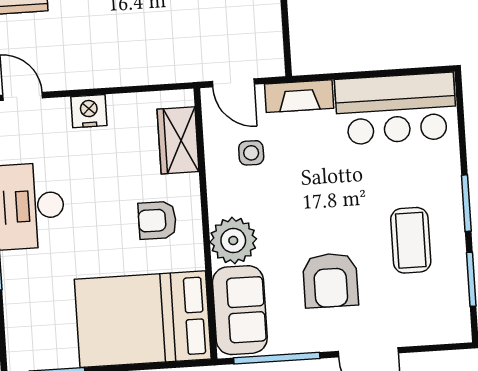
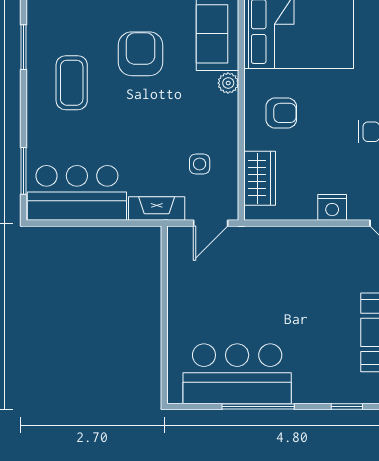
door: (233, 83) -> (211, 223), swing flipped
window: (466, 203) -> (23, 171), moved
plant: (233, 240) -> (228, 83), width x0.53, depth x0.53

